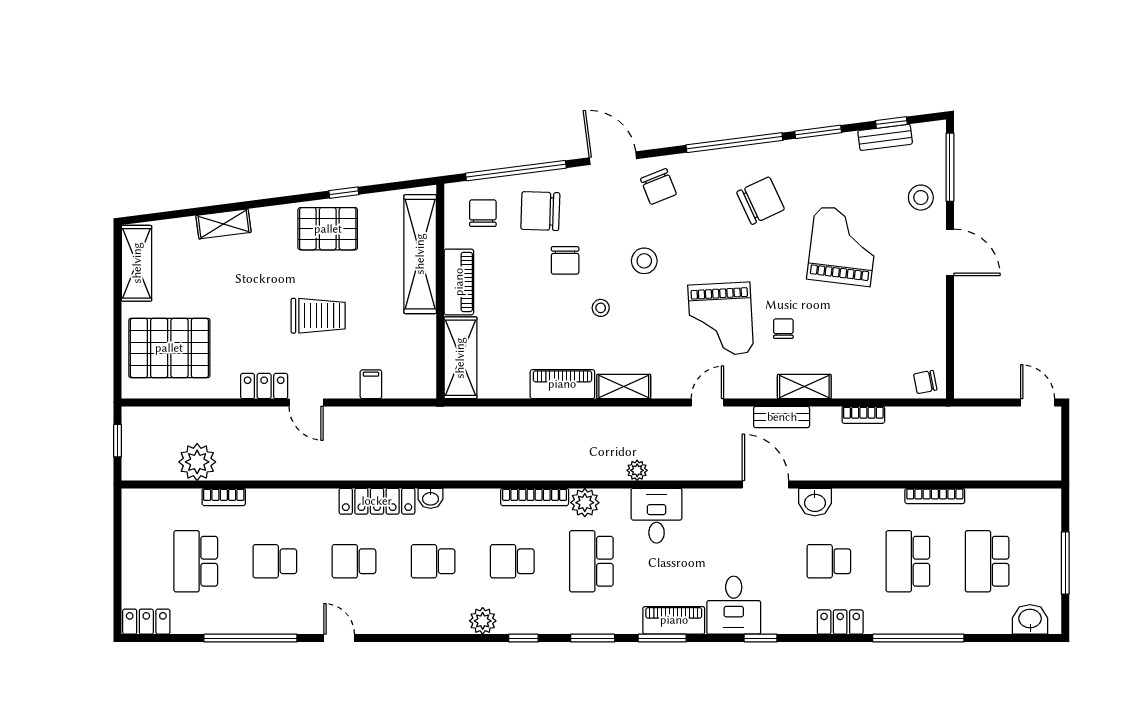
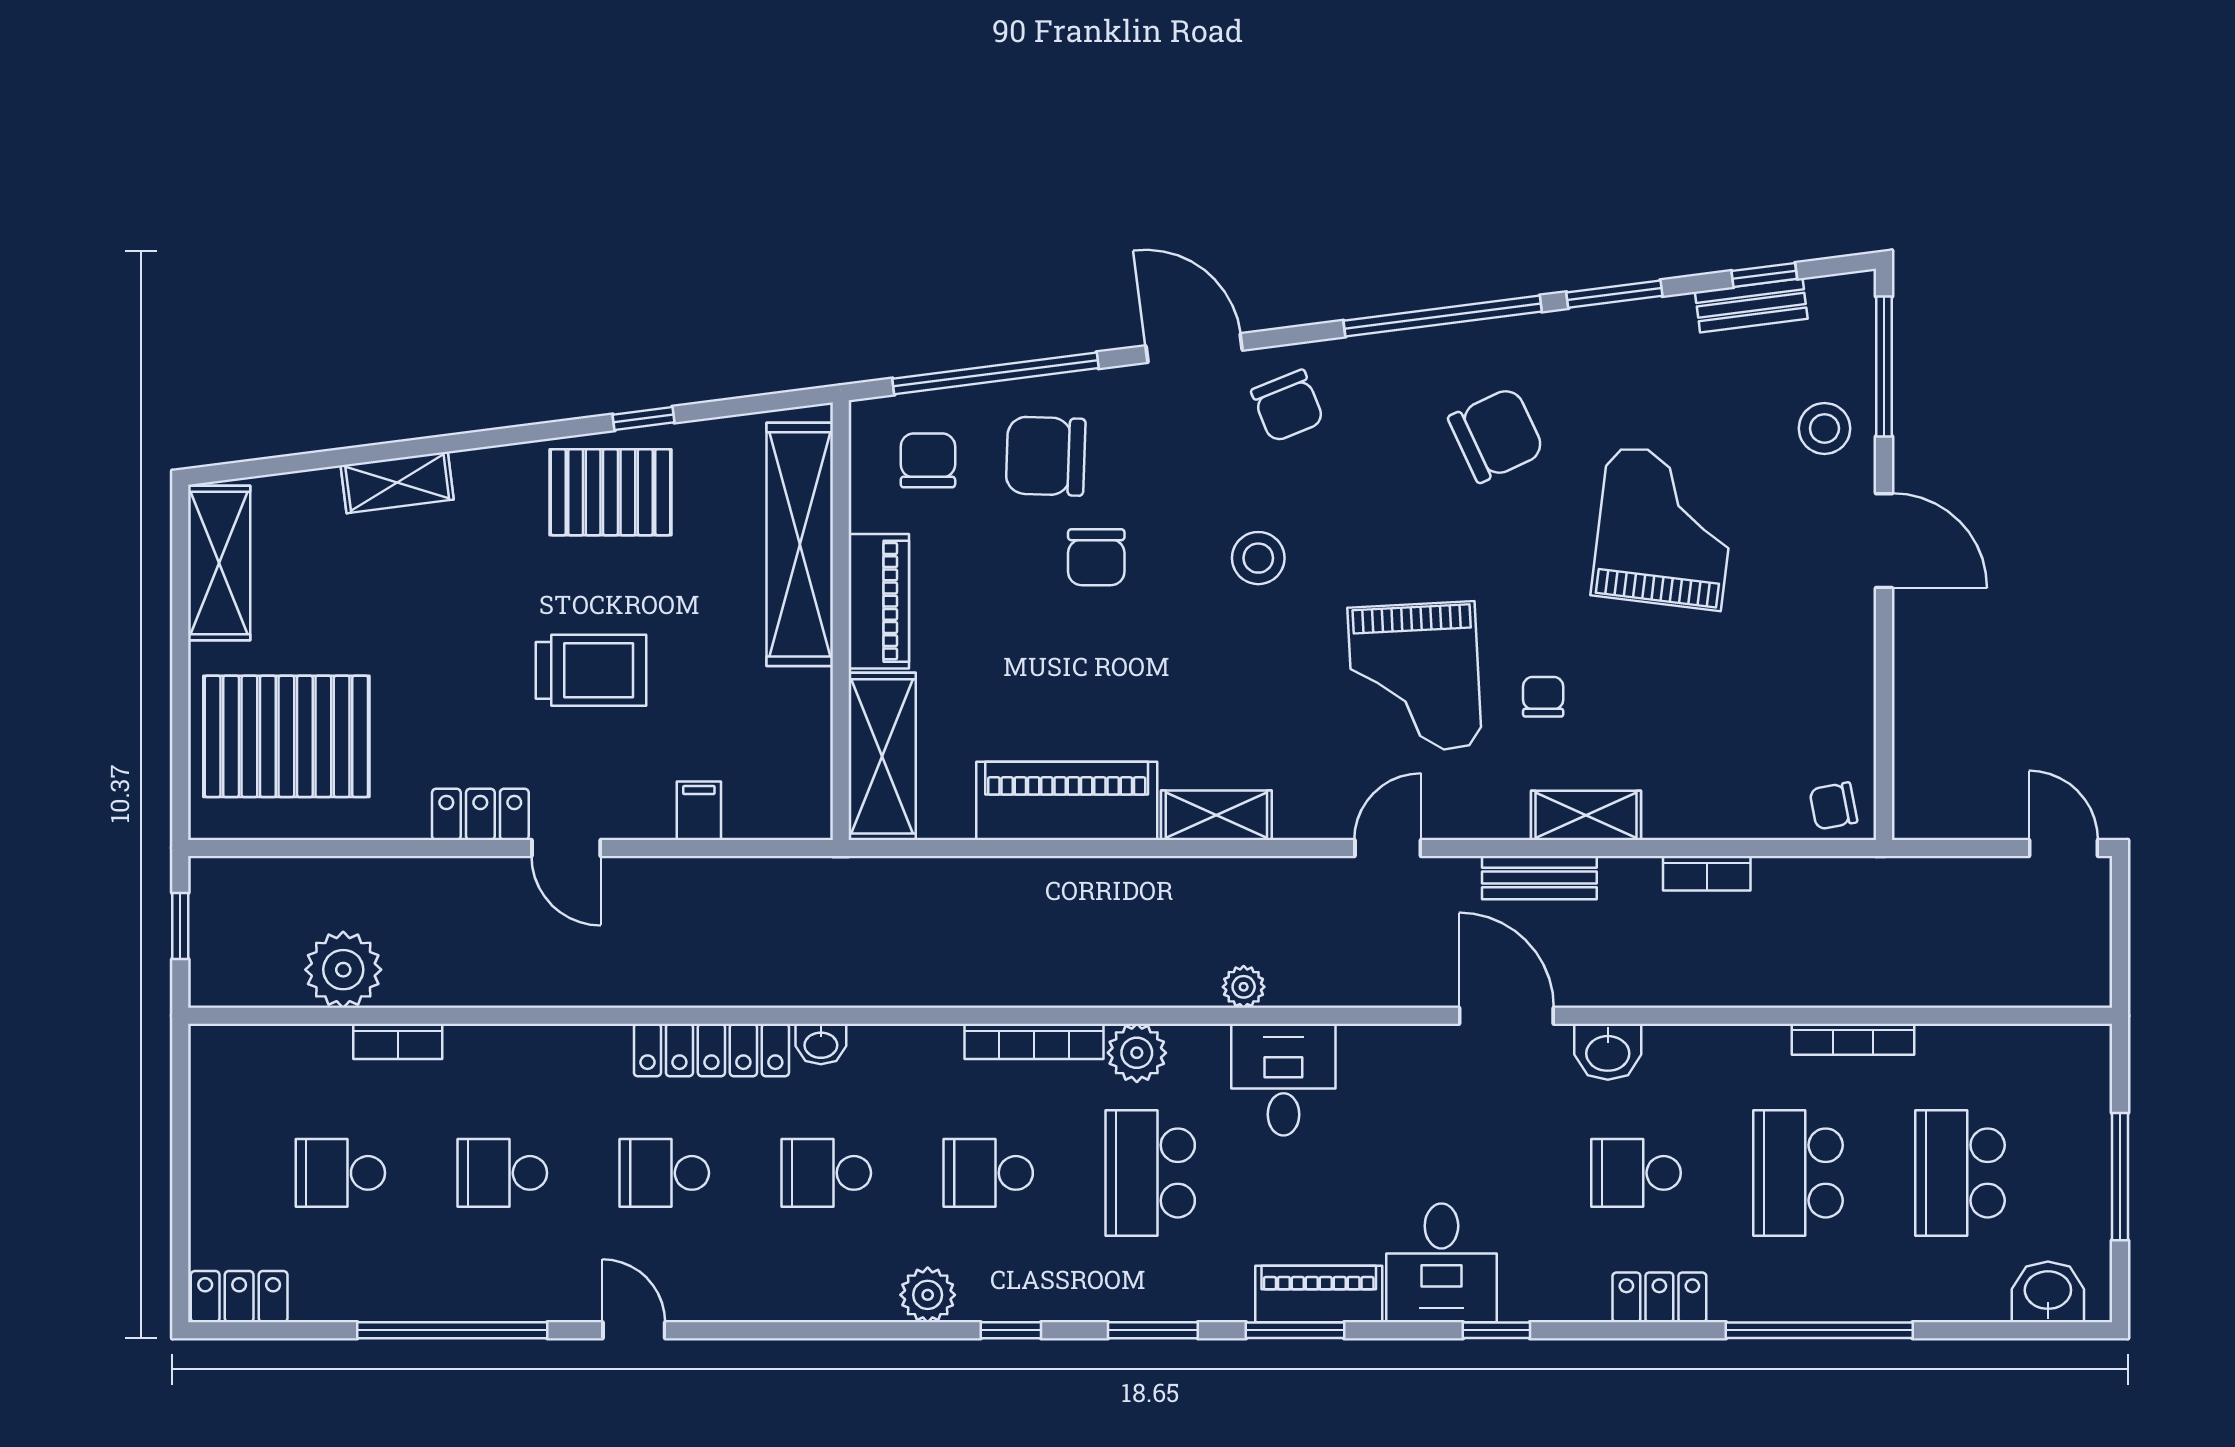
stool: (601, 308) -> (1169, 654), removed
piano: (562, 384) -> (1067, 801), width x1.37, depth x1.33
school desk: (196, 561) -> (340, 1173), width x0.54

